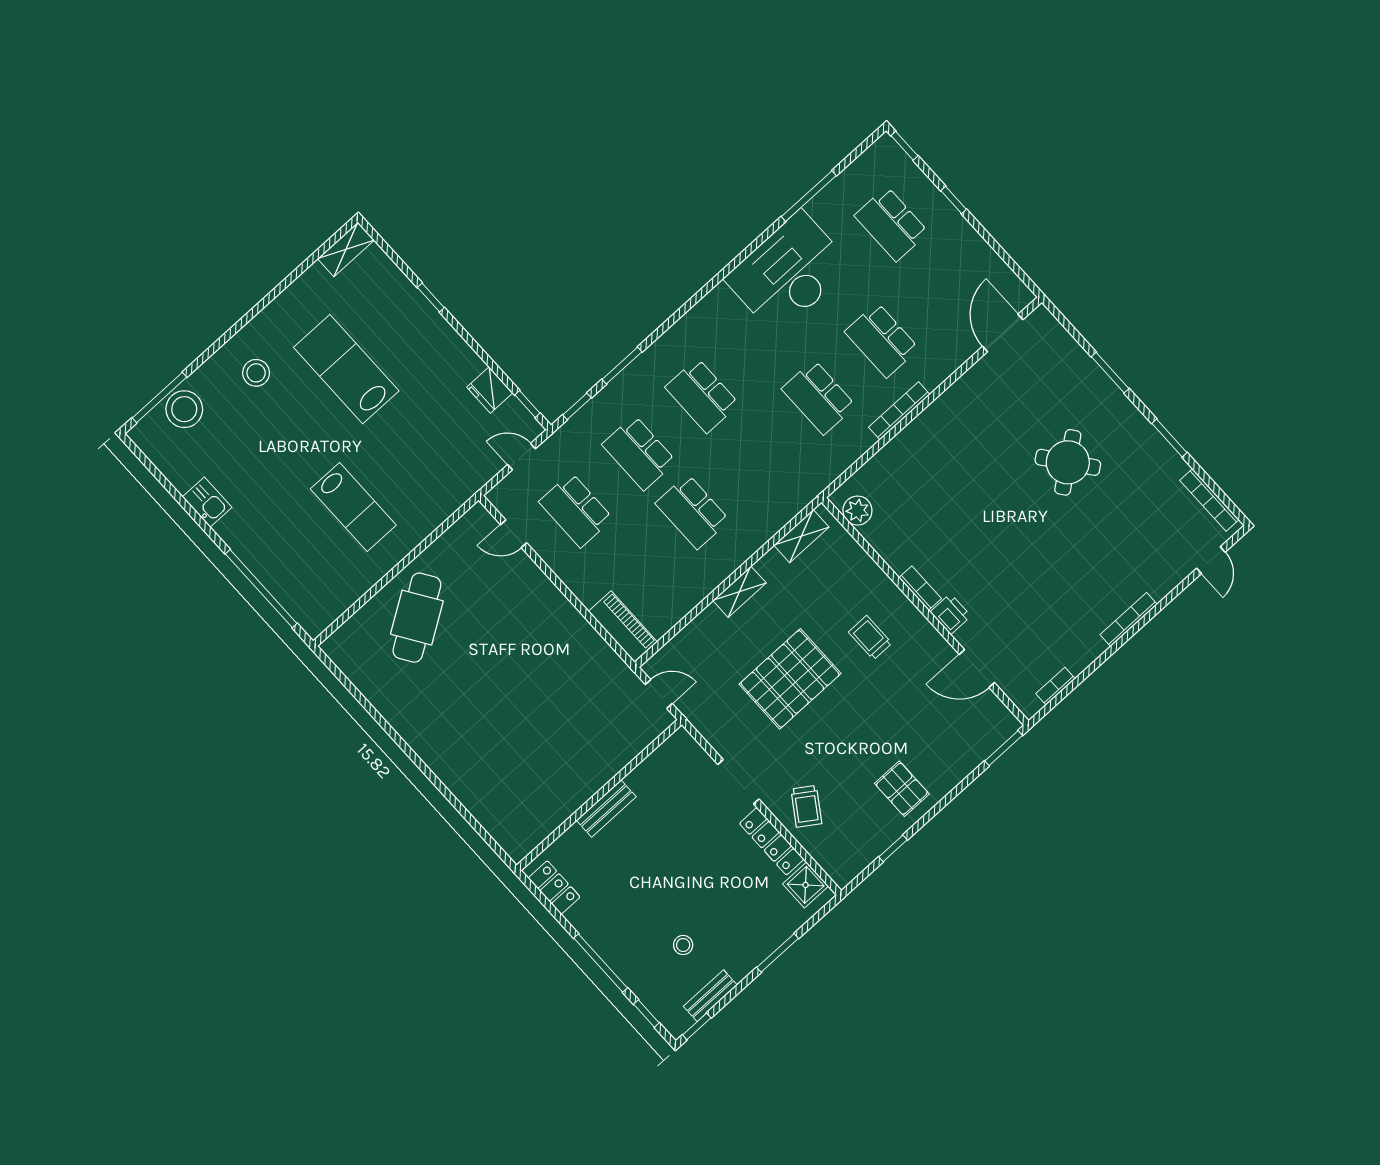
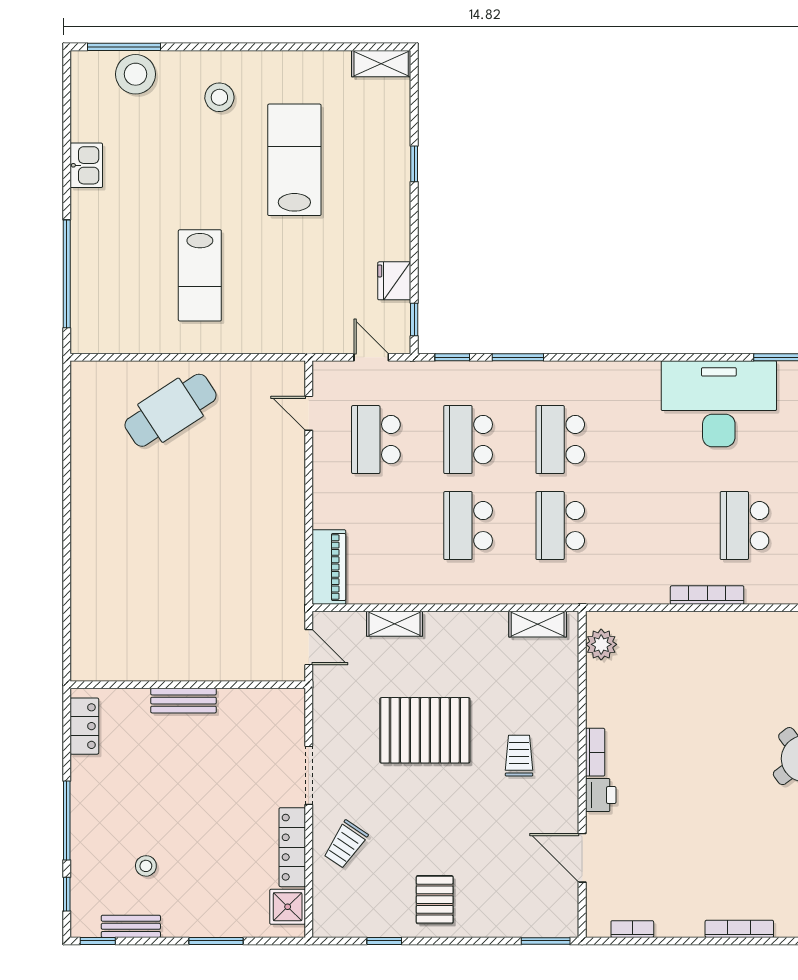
school desk: (819, 397) -> (560, 526), moved
shelving: (739, 592) -> (395, 624), moved

